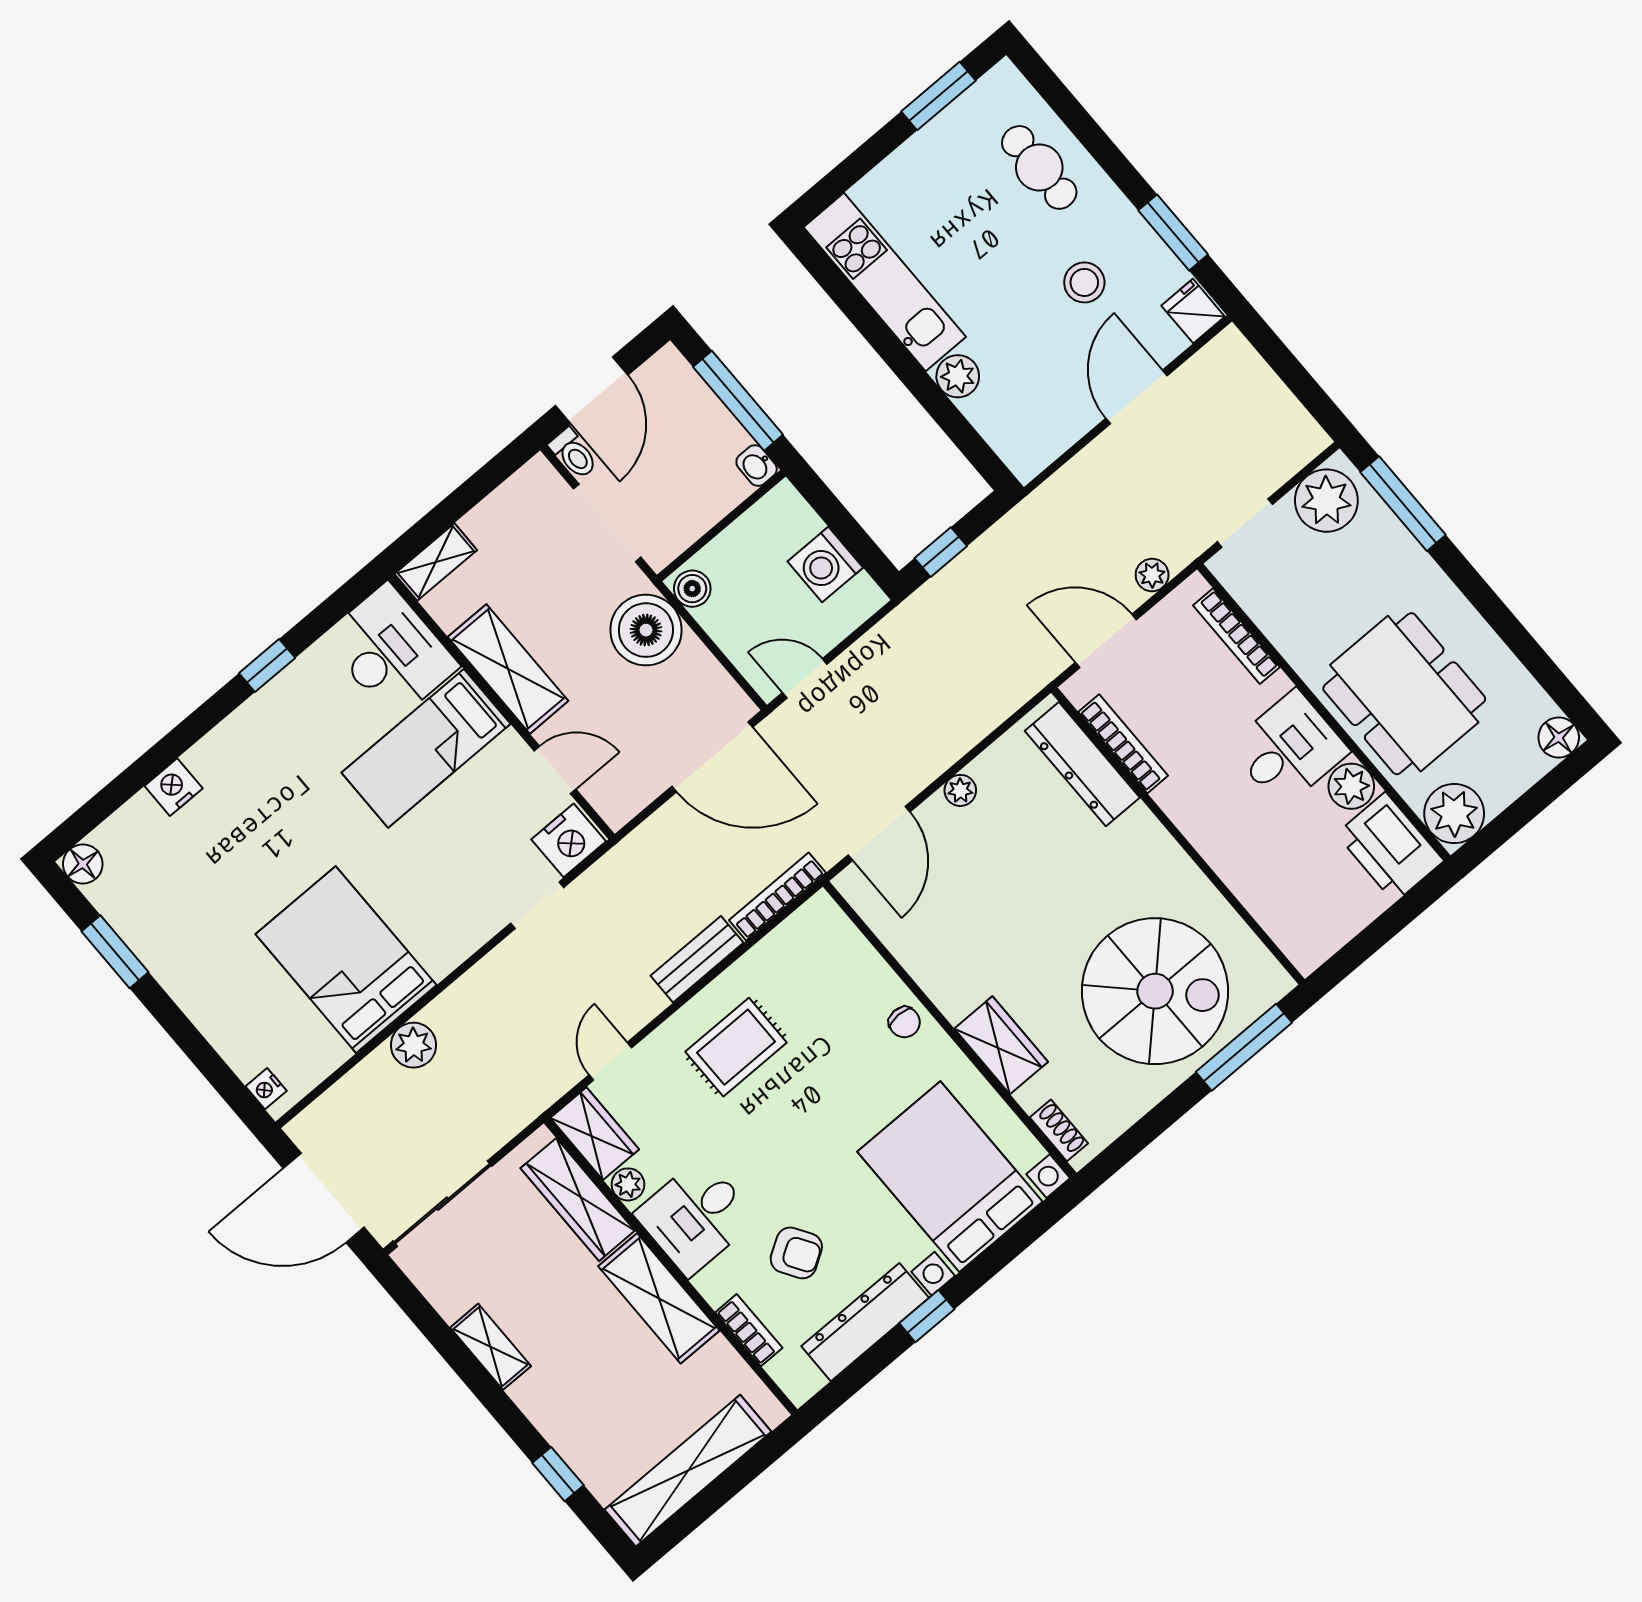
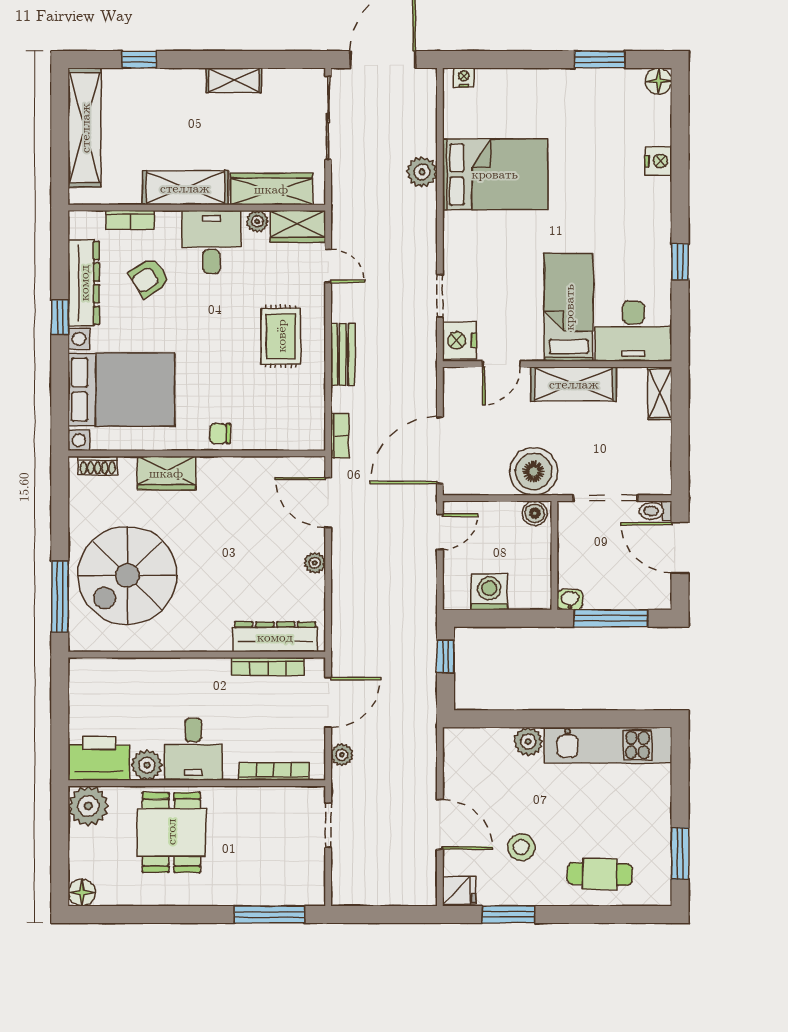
plant: (1326, 501) -> (304, 876), removed
dining table: (1404, 694) -> (171, 832), width x0.73
bookcase: (777, 897) -> (340, 436), width x0.64

